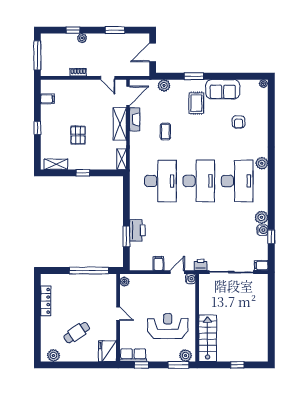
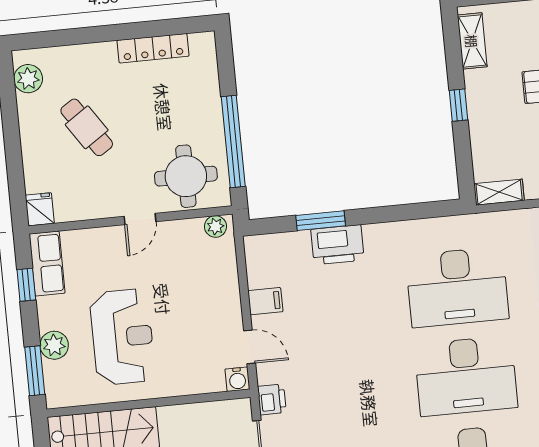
round table: (102, 292) -> (186, 176), added
fridge: (108, 351) -> (40, 209), width x0.53, depth x0.75
plant: (186, 356) -> (54, 345), moved

